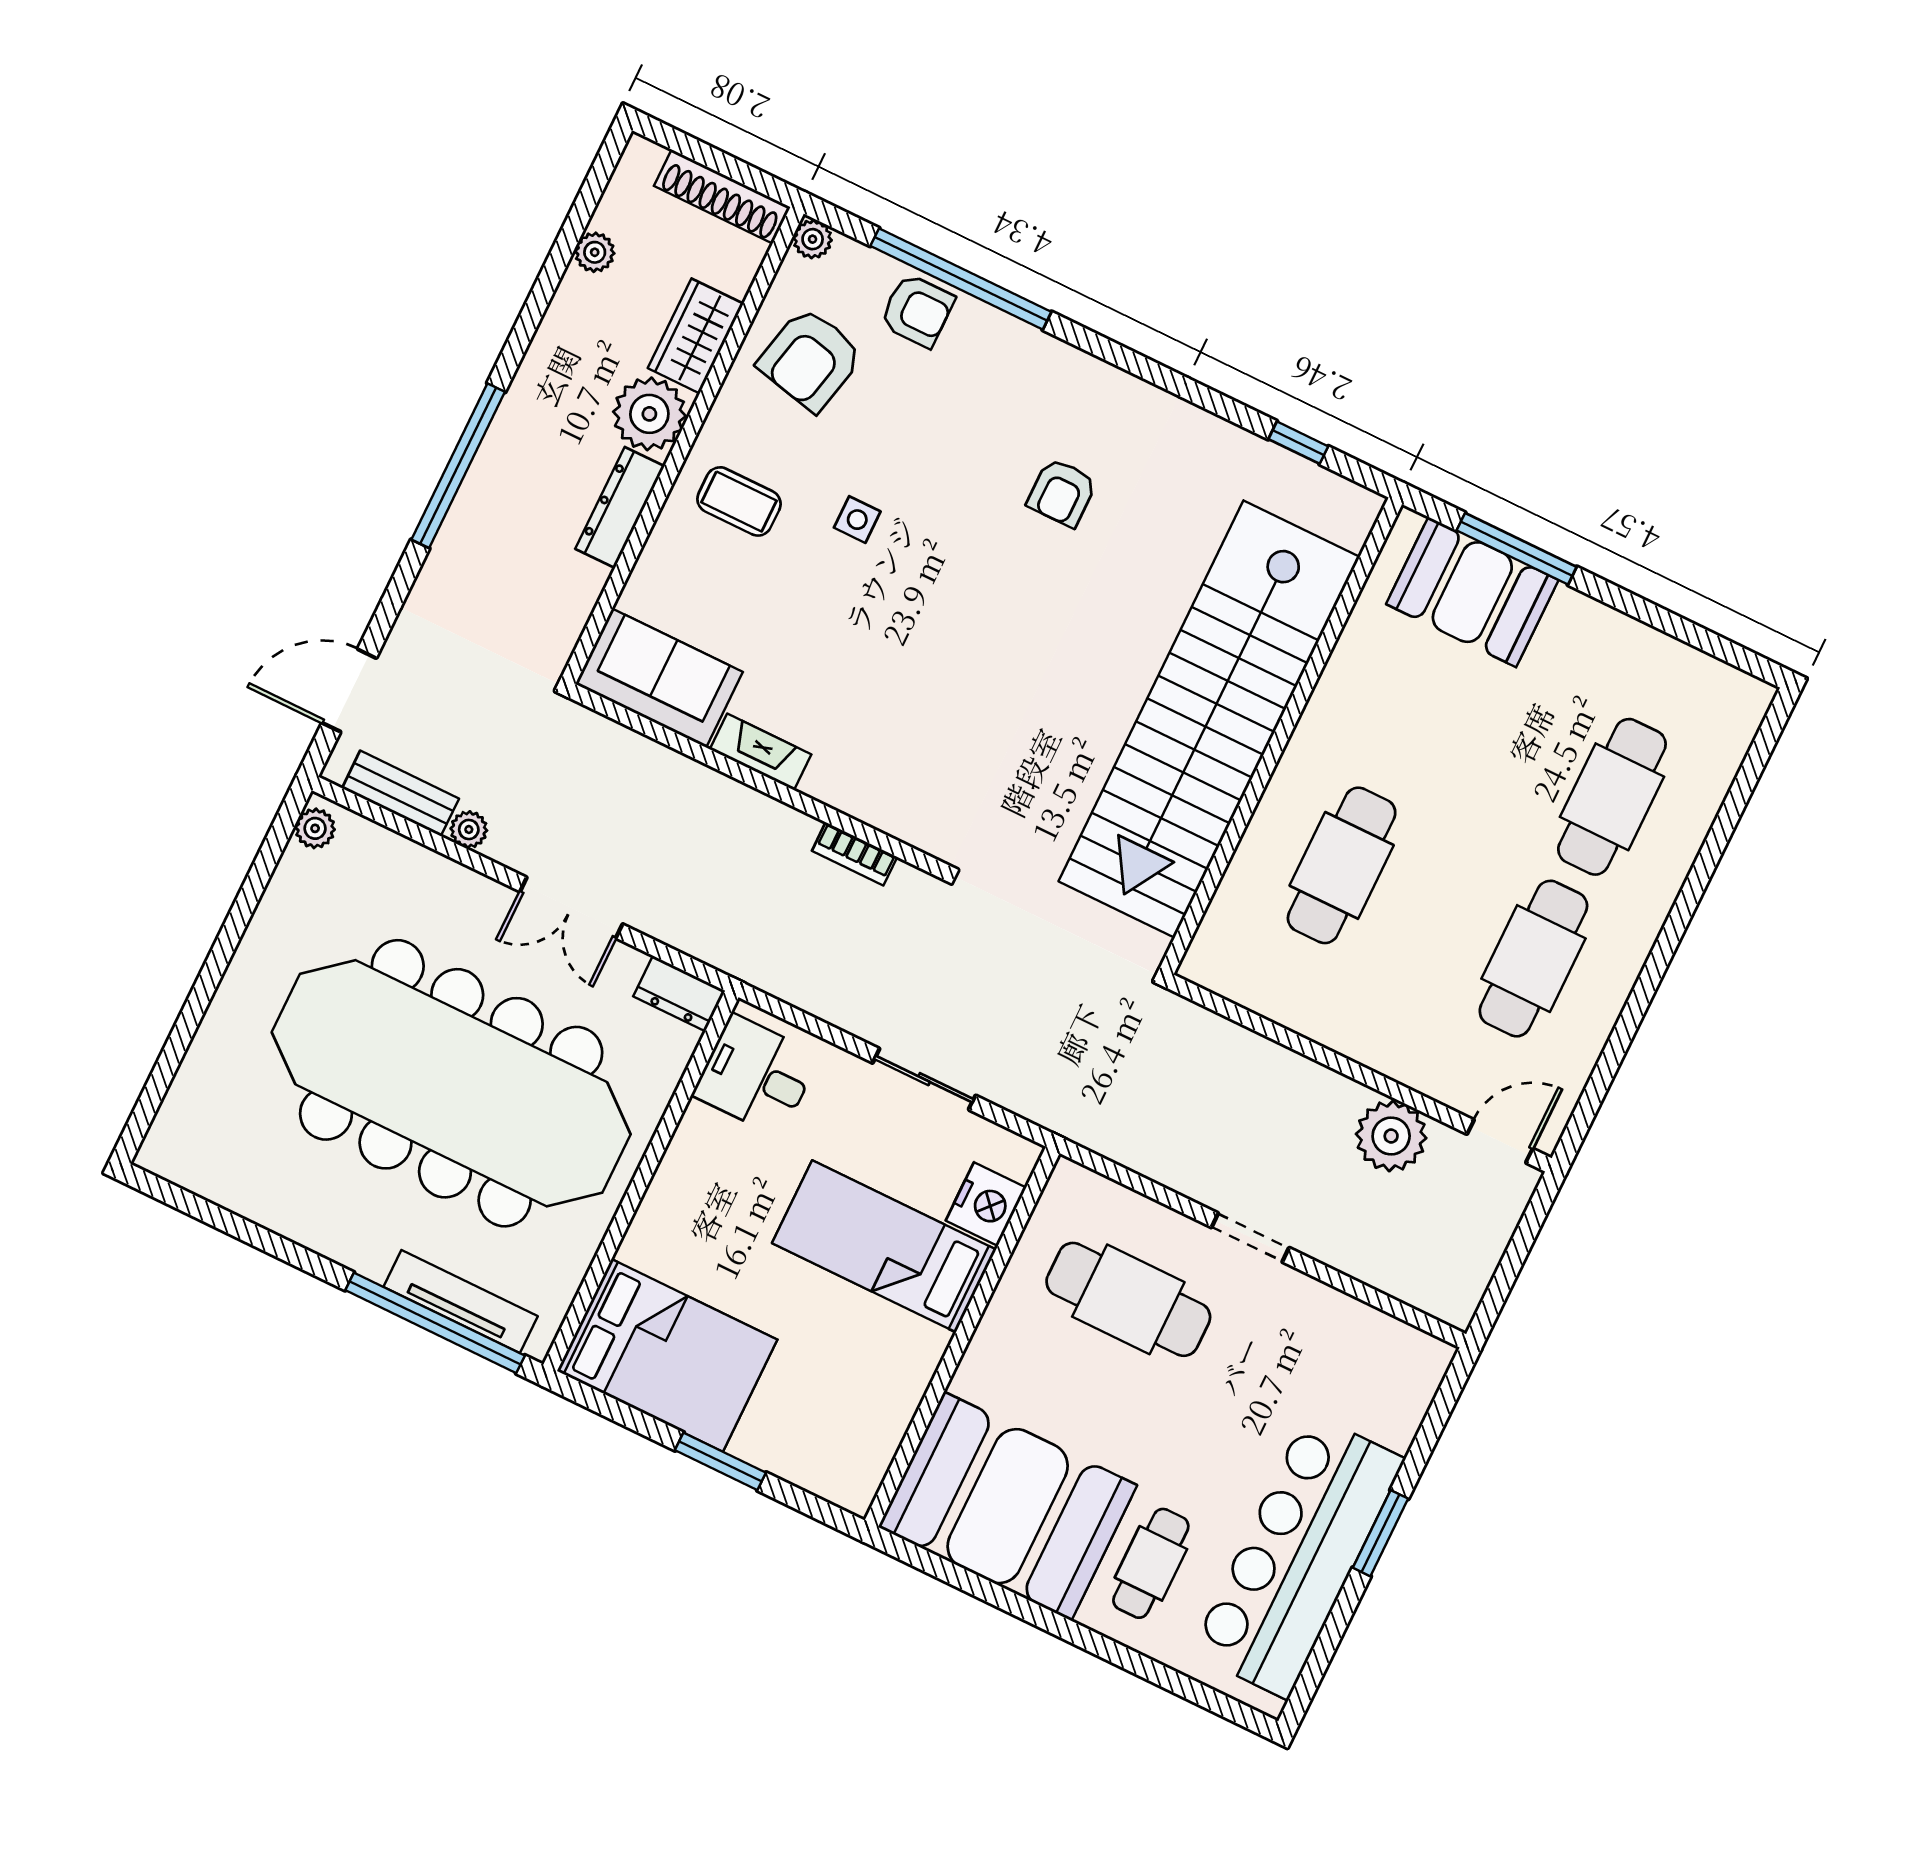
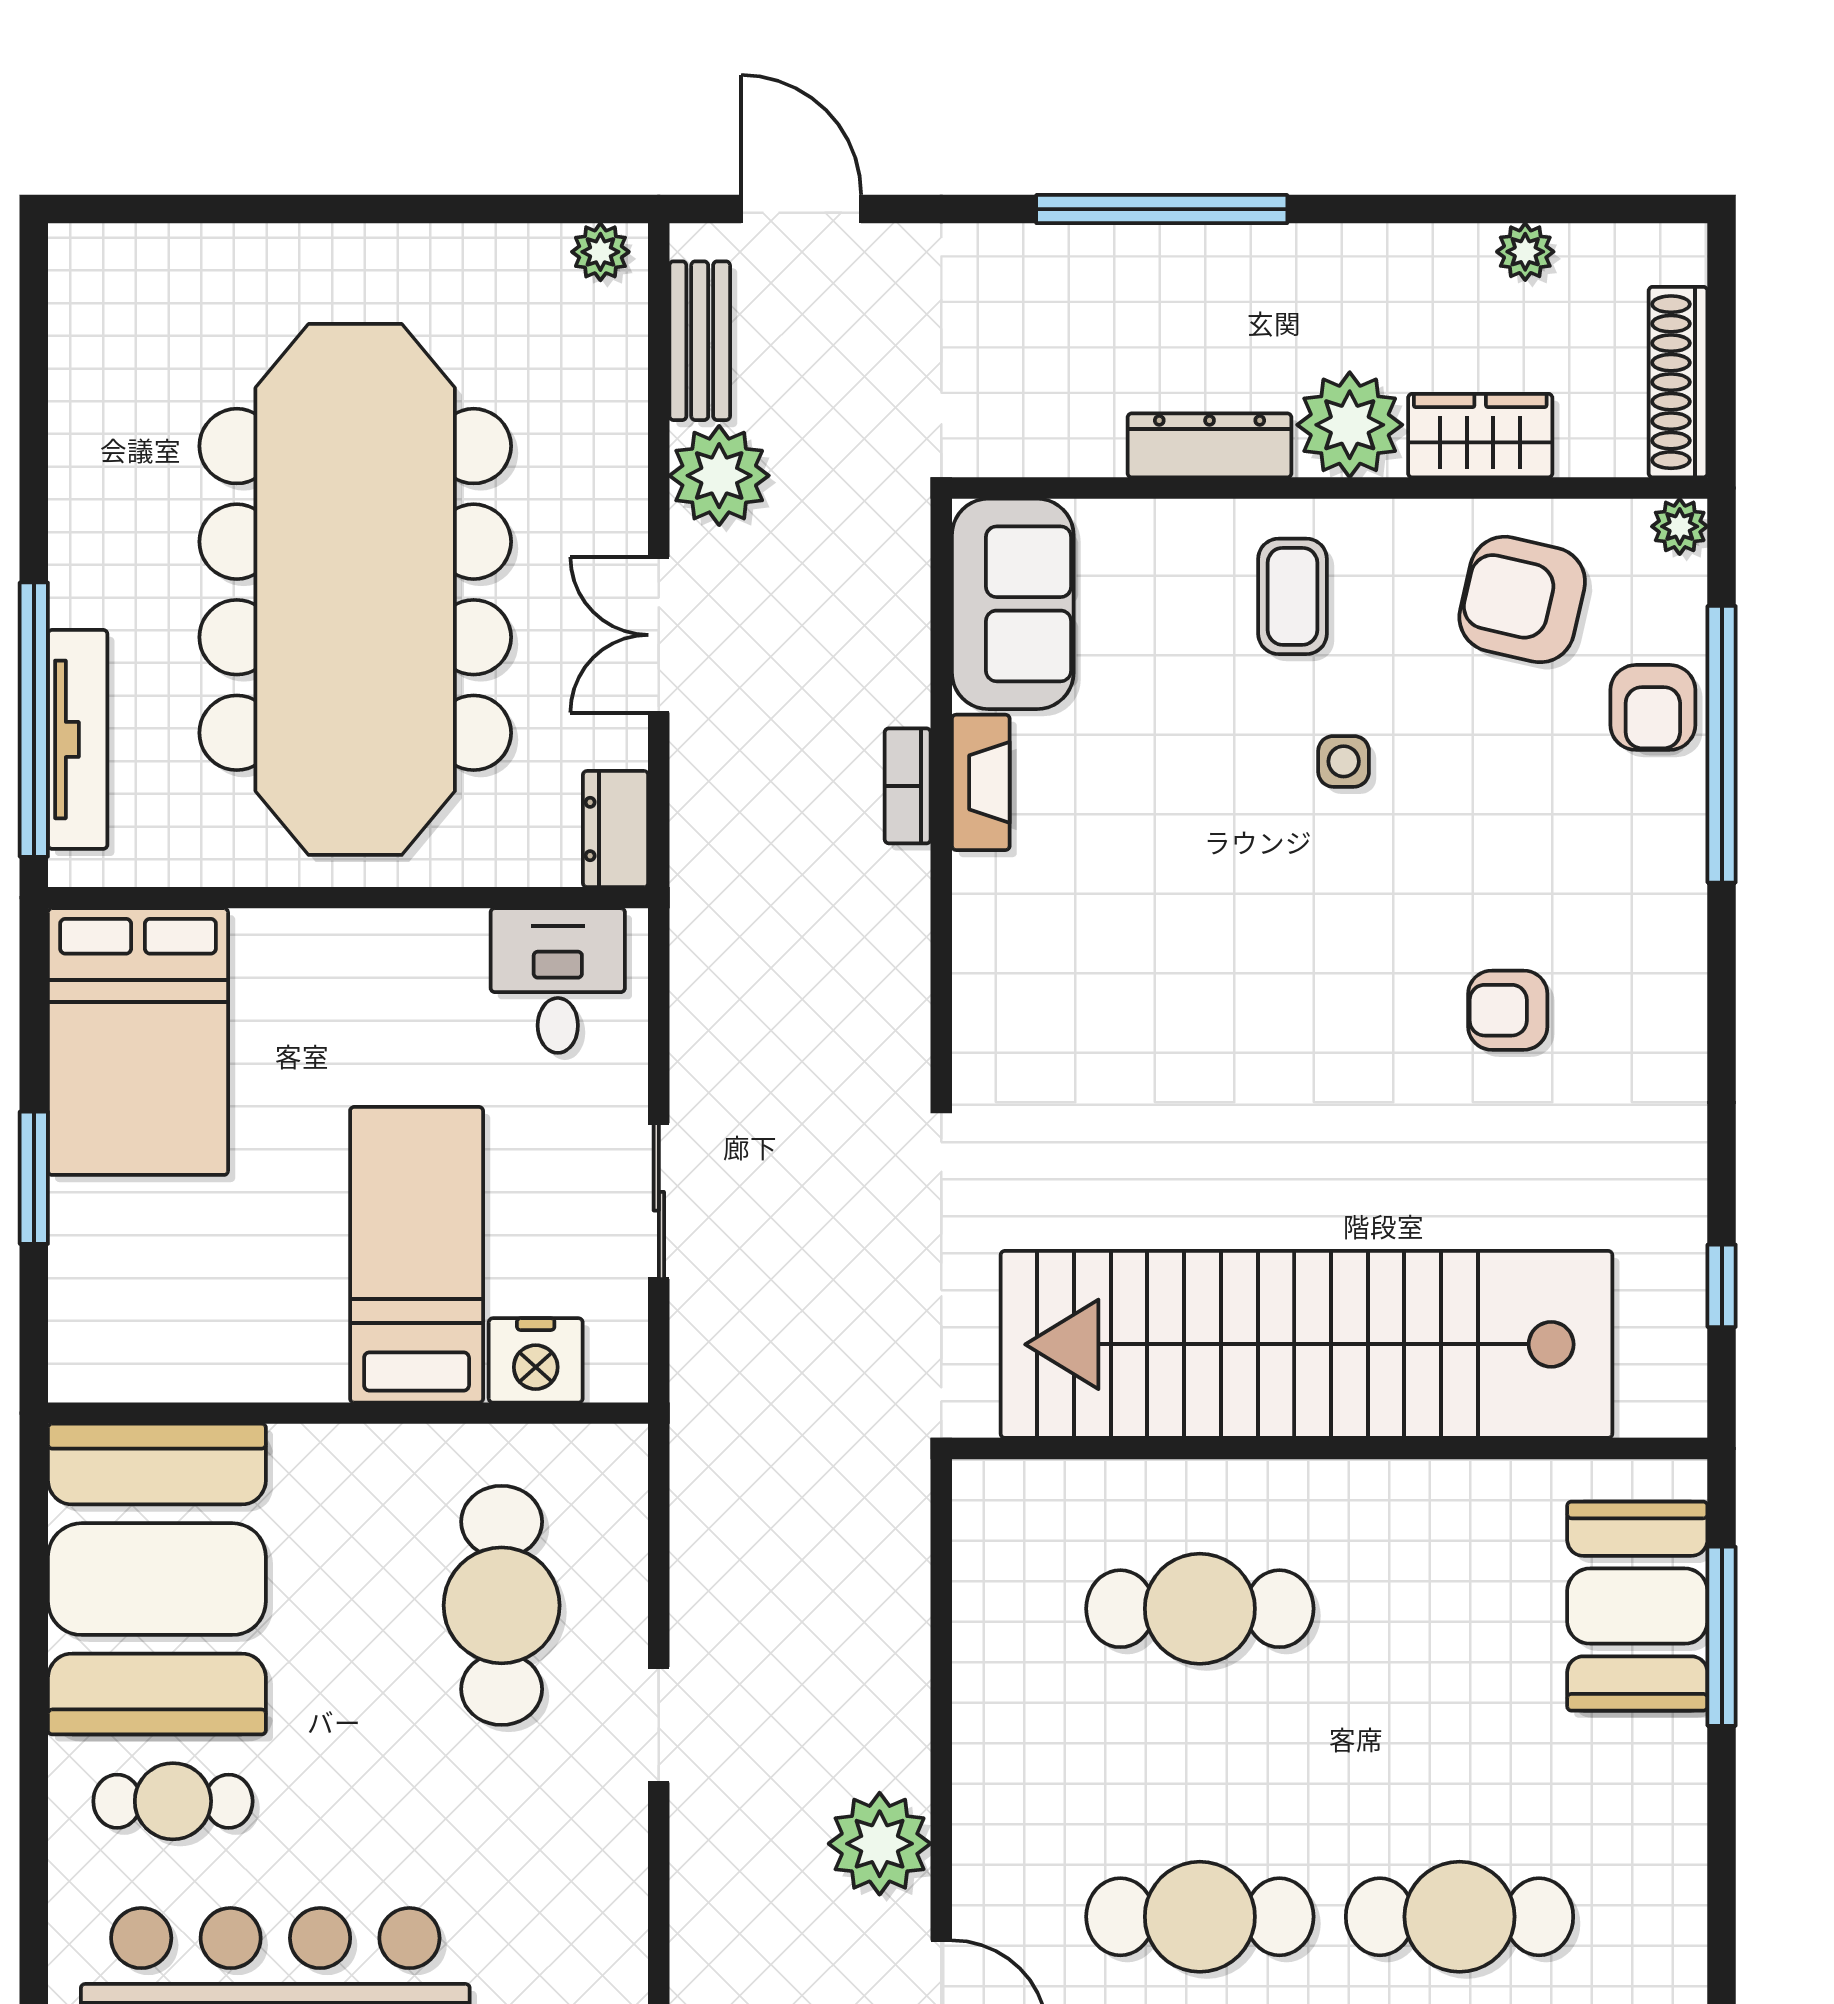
plant: (469, 830) -> (719, 476), width x1.88, depth x1.88
bookcase: (855, 854) -> (908, 786), moved

